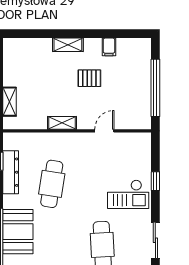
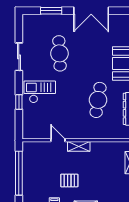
shelving: (62, 123) -> (79, 146), moved
door: (104, 131) -> (58, 140), swing flipped

